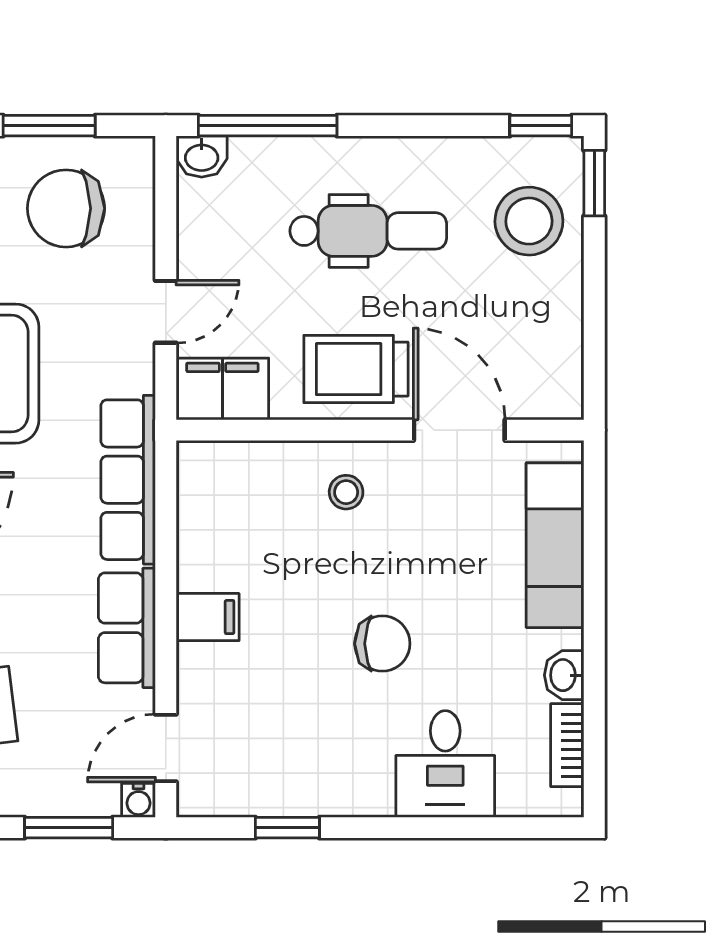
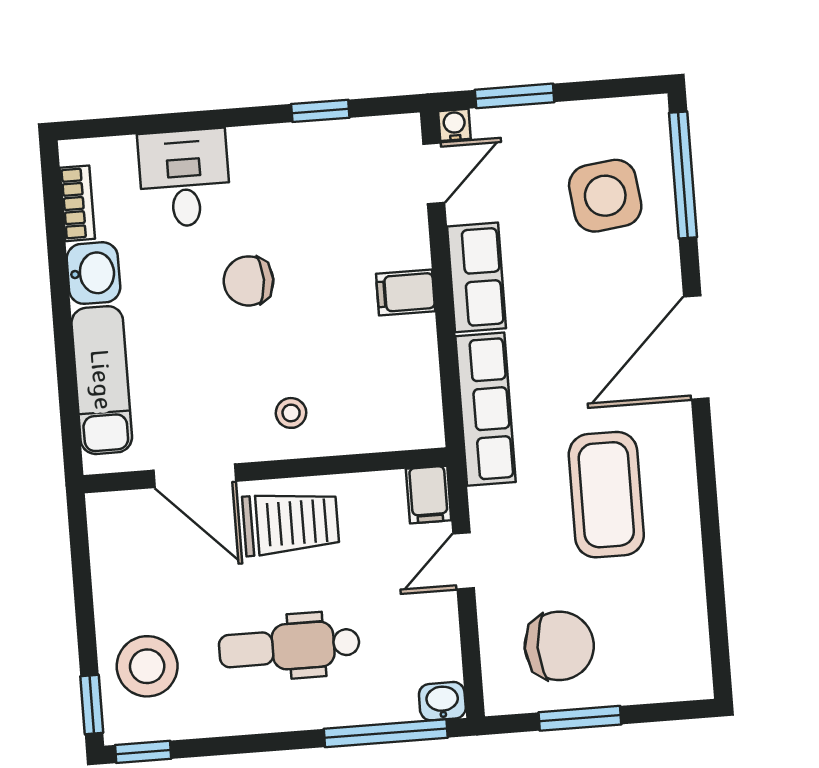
filing cabinet: (222, 389) -> (429, 495), width x0.50
washbasin: (564, 675) -> (93, 273), width x1.38, depth x1.45

